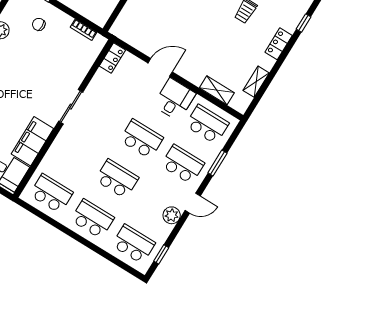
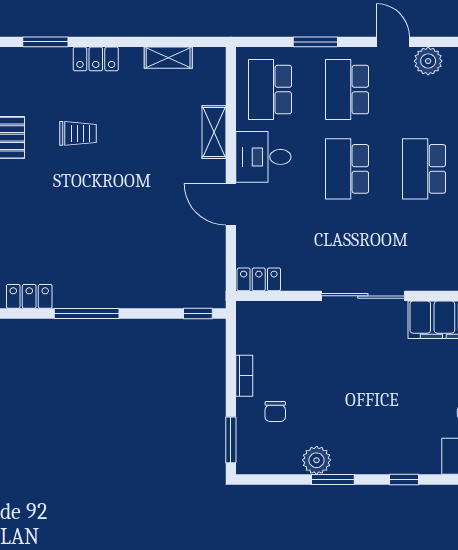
window: (114, 16) -> (198, 314), added
window: (303, 23) -> (45, 42), width x1.50
bookcase: (83, 30) -> (244, 376), moved
shelving: (217, 90) -> (214, 132), moved
sliding door: (71, 107) -> (363, 296), width x1.37

